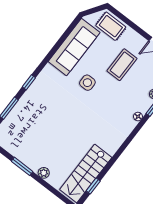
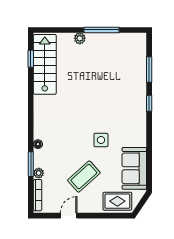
sofa: (74, 47) -> (134, 168), width x0.73
coffee table: (122, 65) -> (84, 177), turned 48
window: (22, 166) -> (102, 30), width x1.44

